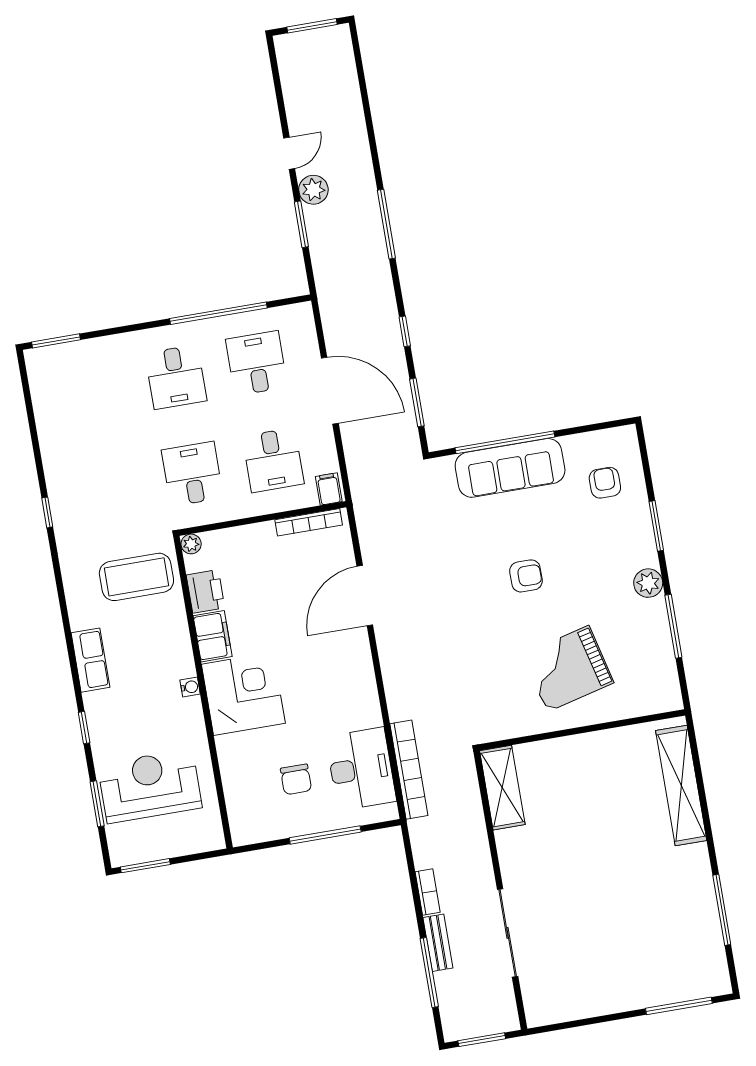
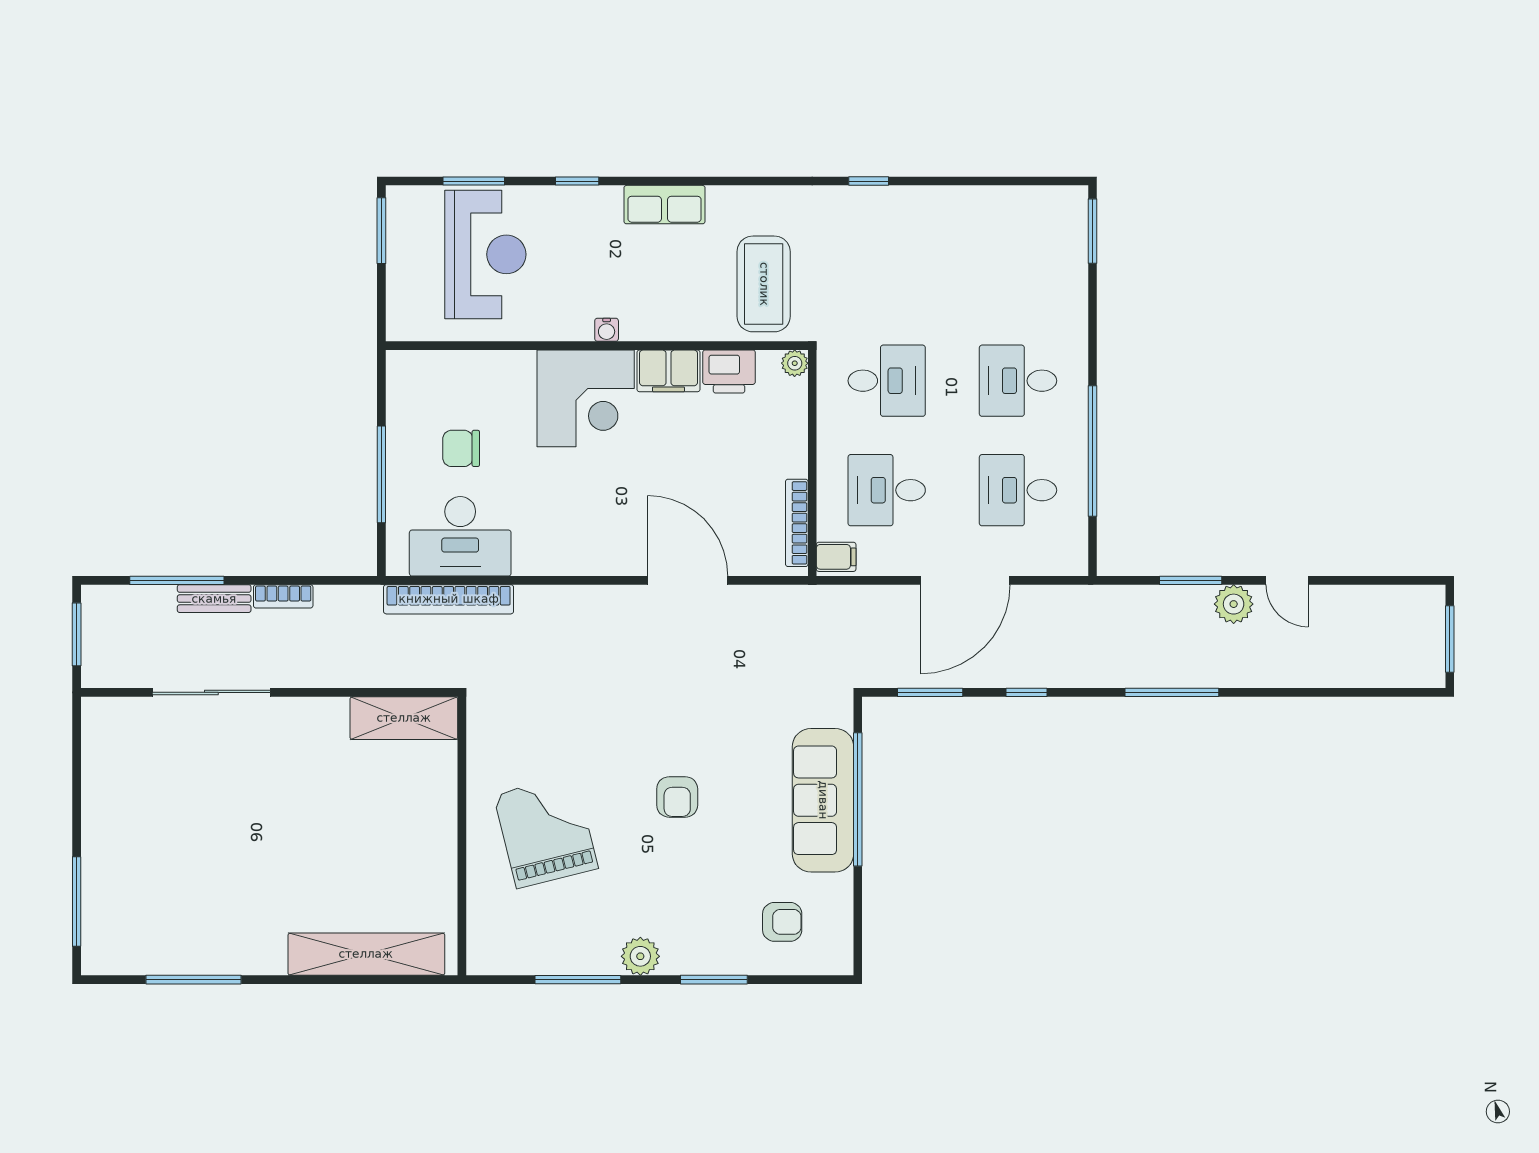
desk: (257, 363) -> (1018, 490), turned 180

